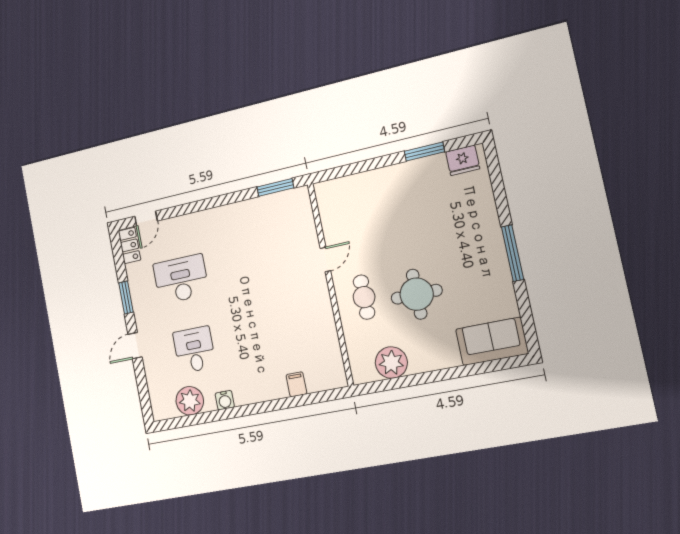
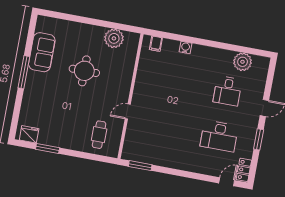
cafe table: (364, 297) -> (99, 135), moved
sofa: (492, 341) -> (42, 52), moved, turned -90
filing cabinet: (296, 384) -> (156, 44), moved
water cooler: (225, 400) -> (185, 48), moved

